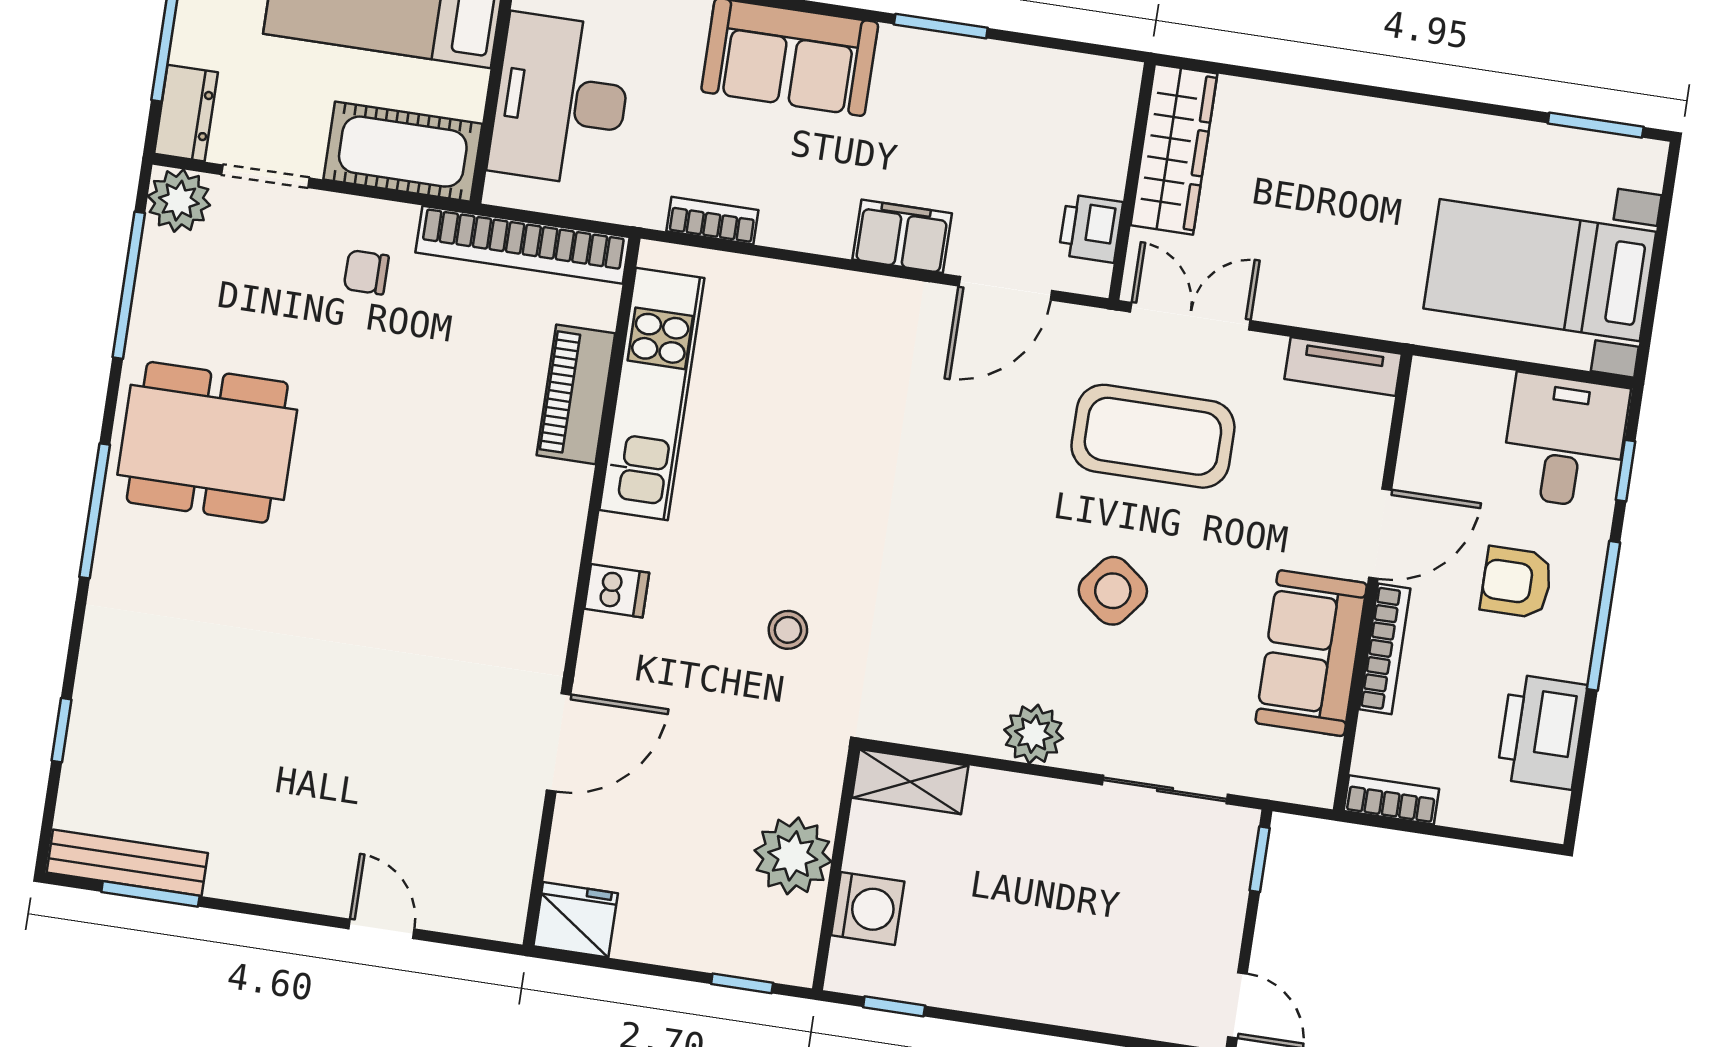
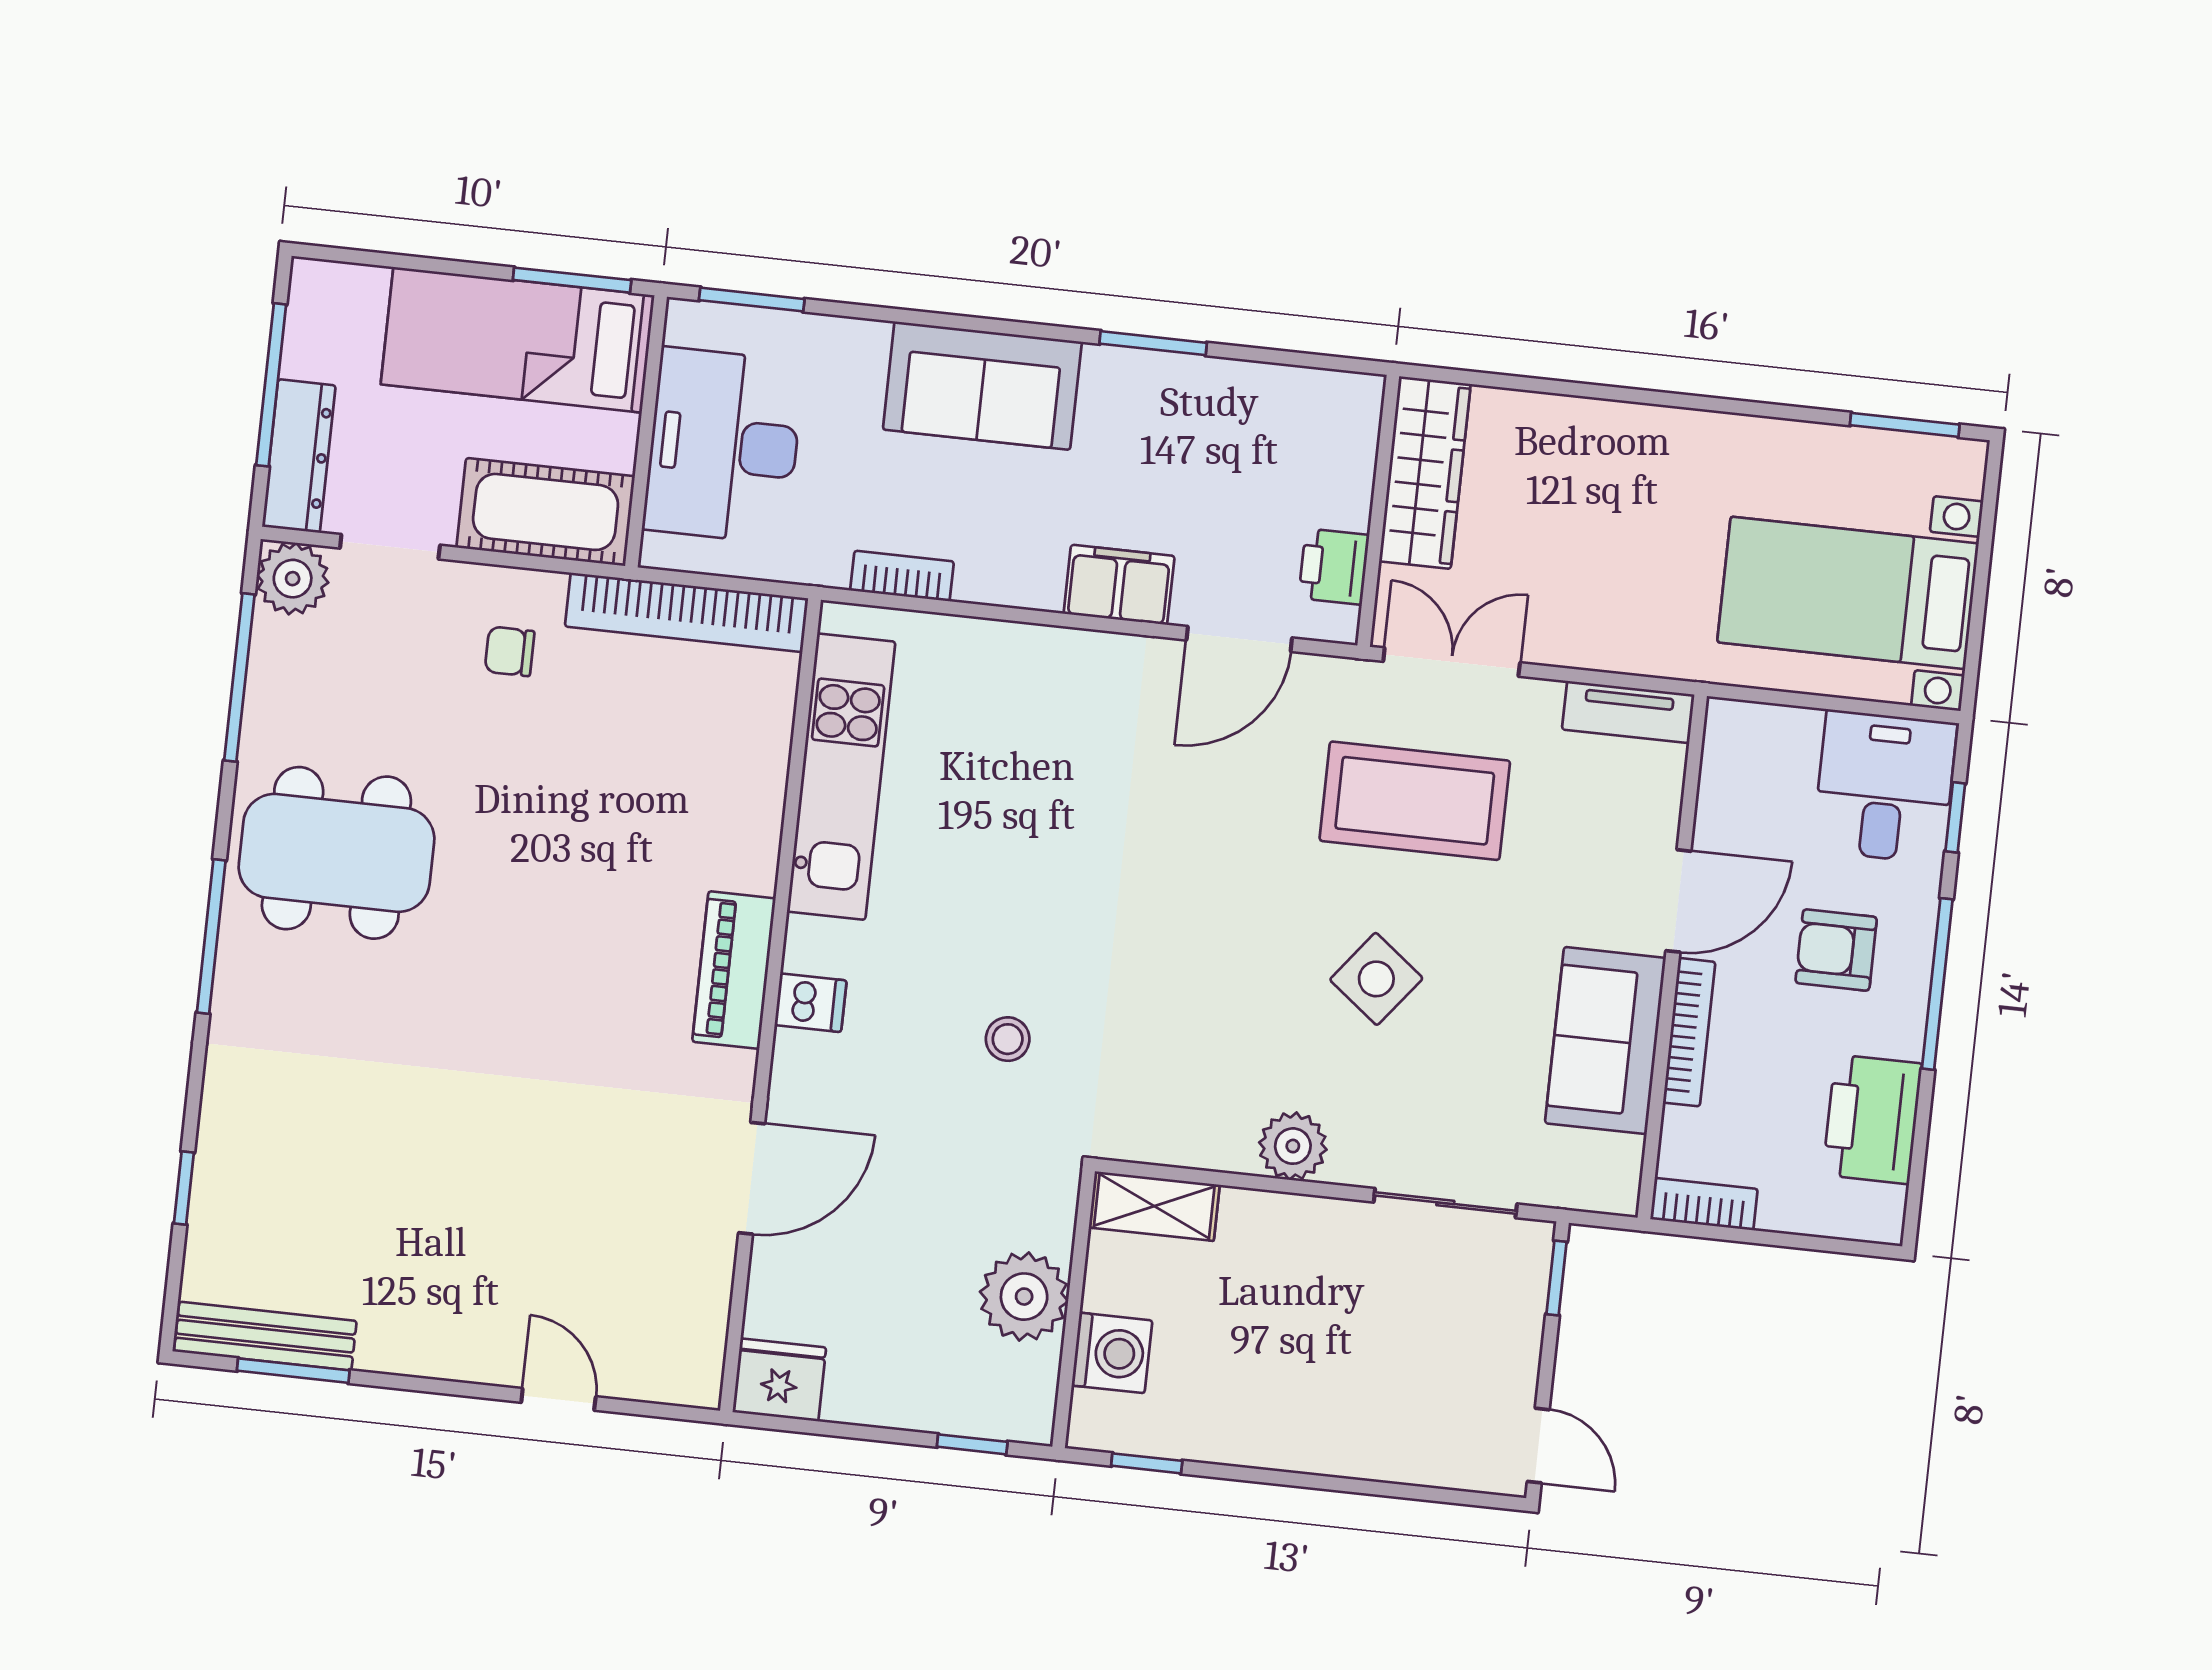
dresser: (186, 113) -> (299, 456), width x1.44
piano: (576, 394) -> (734, 970), moved

